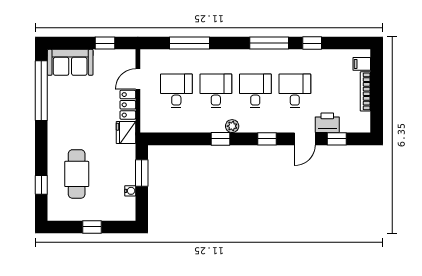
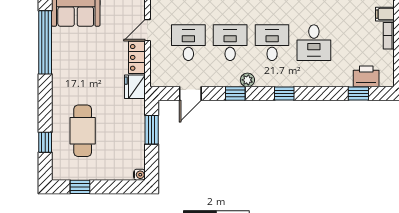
desk: (295, 91) -> (314, 43), turned 180
bookcase: (365, 91) -> (389, 36), width x0.64
printer: (327, 123) -> (366, 76), moved
door: (305, 139) -> (190, 94), moved
water cooler: (130, 191) -> (139, 175), moved
window: (92, 227) -> (80, 187), moved

